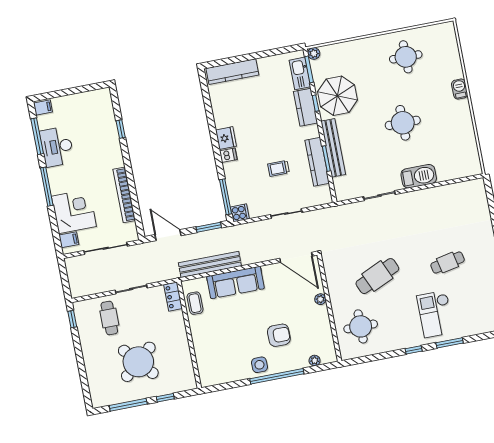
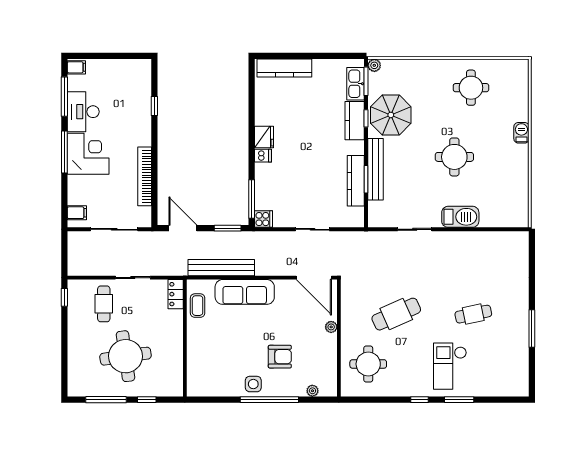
trolley: (279, 168) -> (313, 180), removed
corner desk: (74, 211) -> (88, 154), moved
round table: (138, 362) -> (126, 356), turned 33

